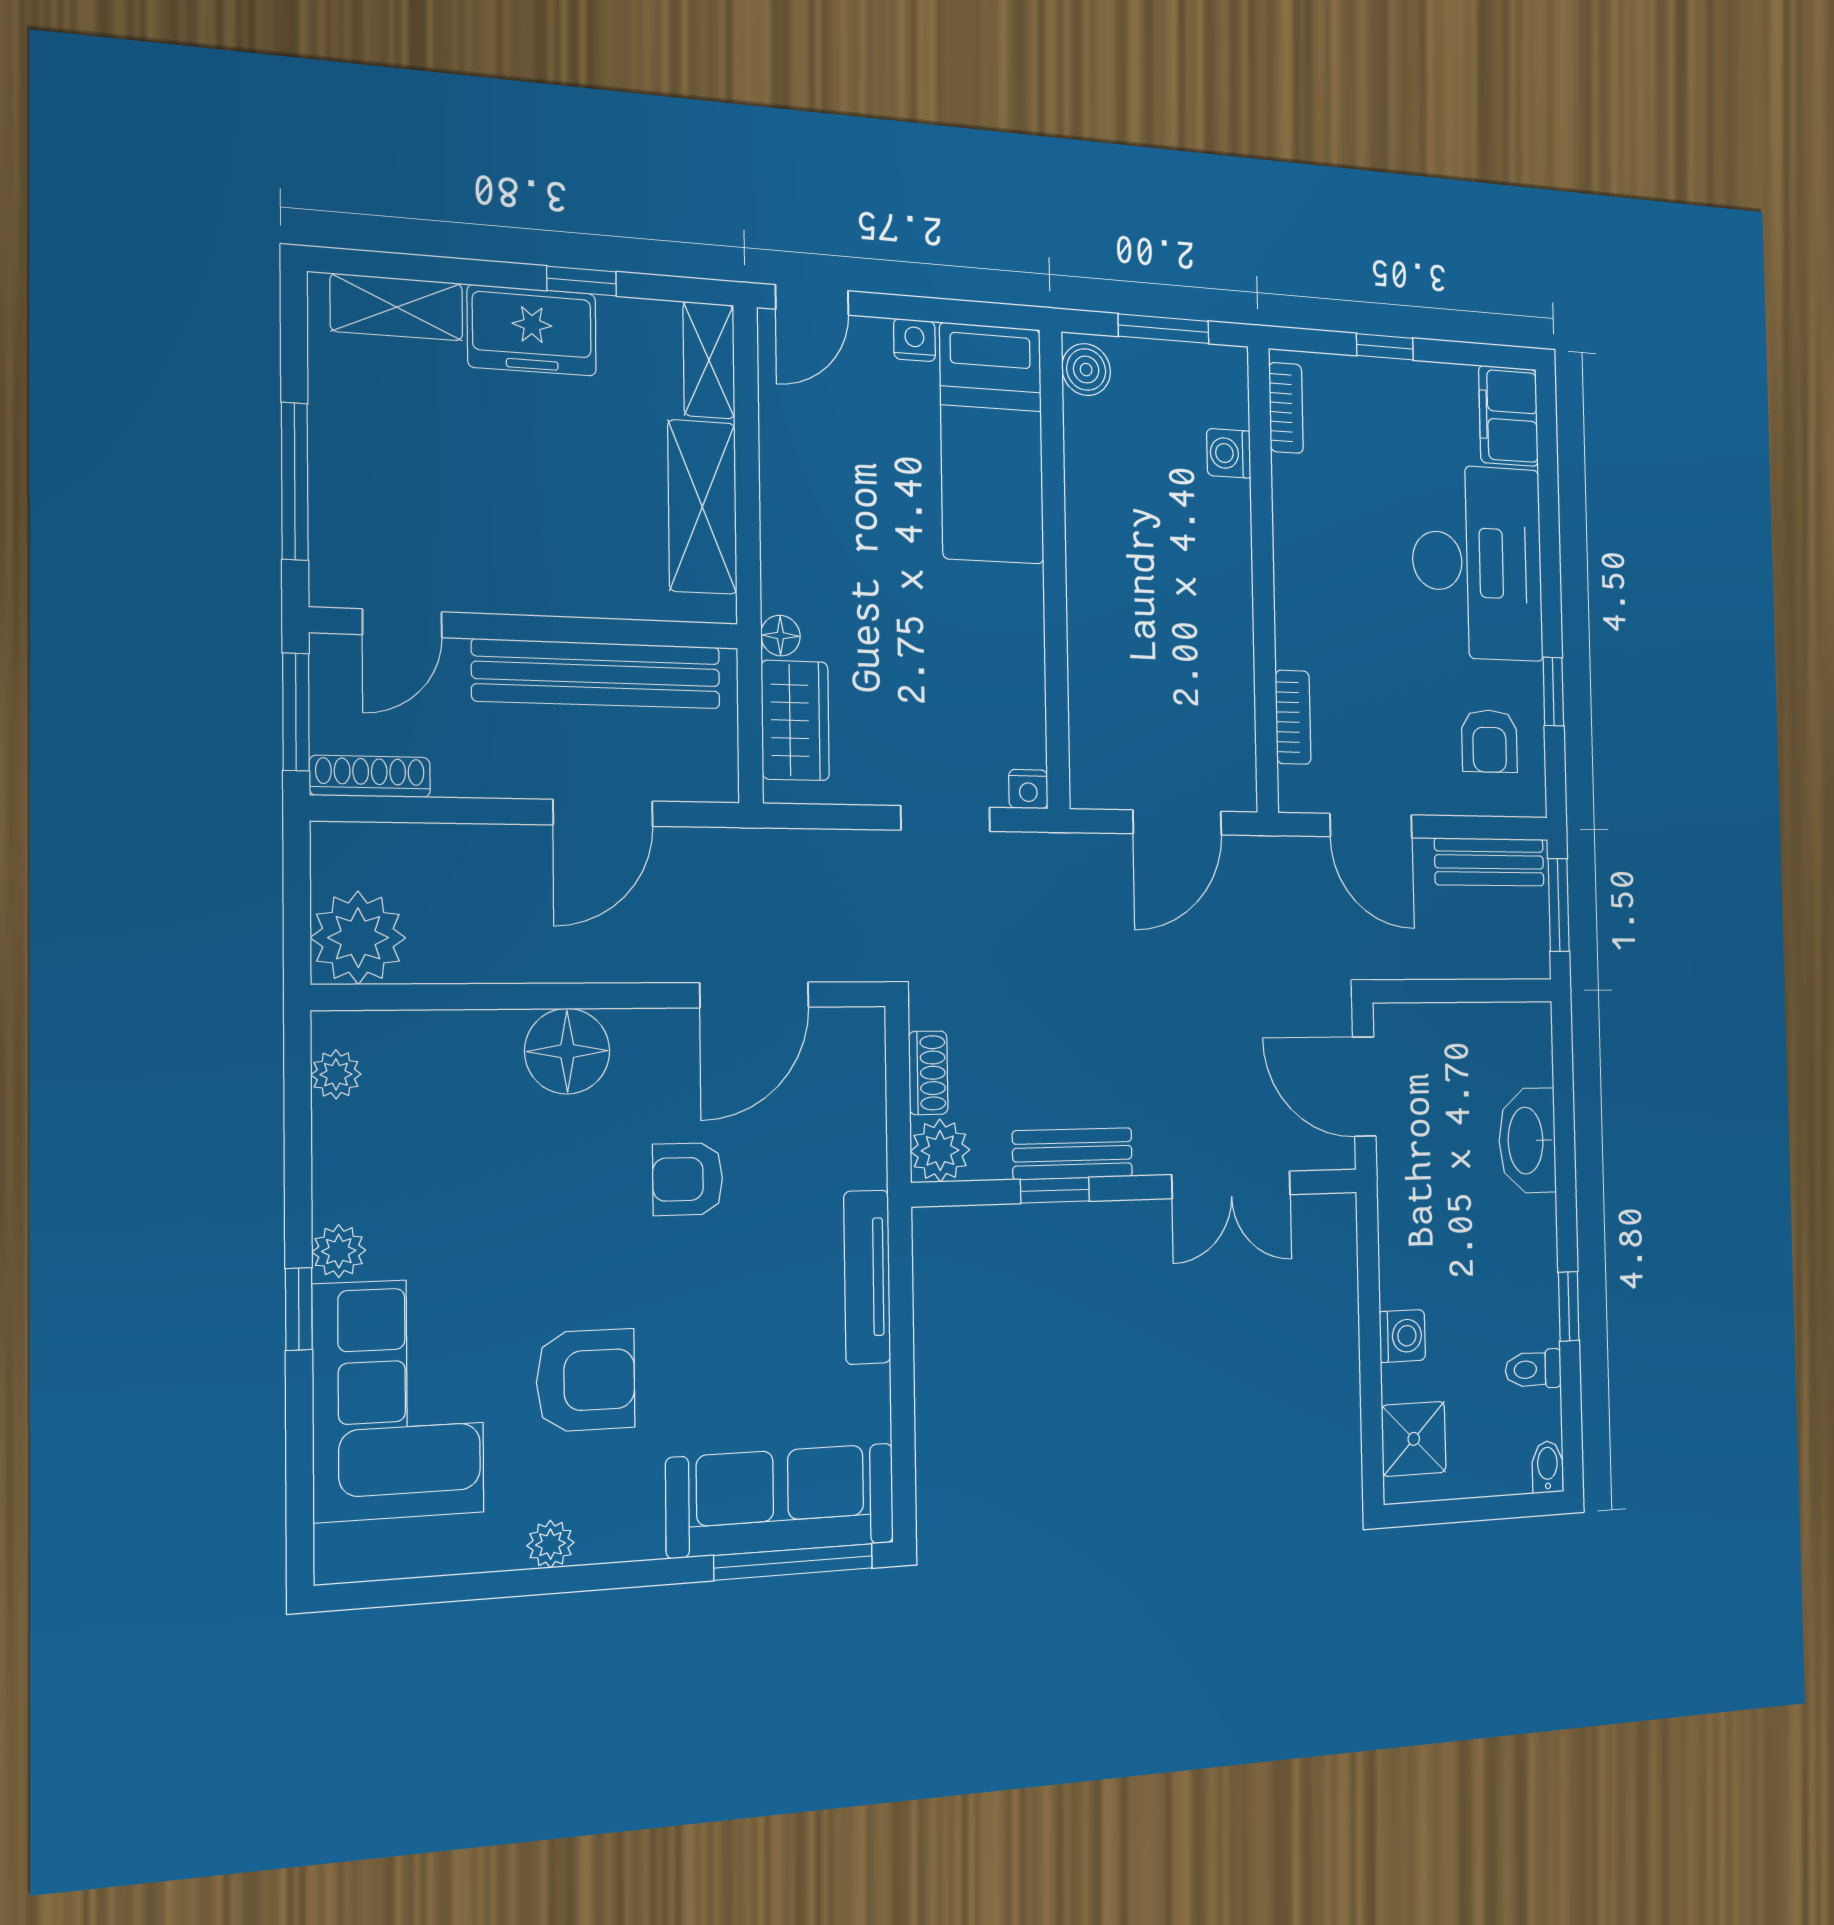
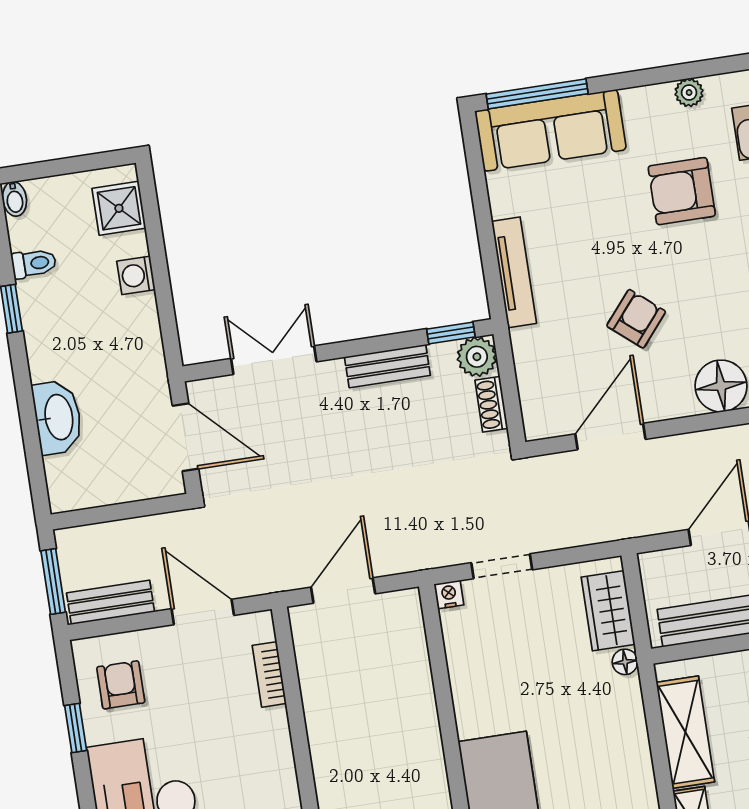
armchair: (688, 1179) -> (636, 319), turned -50
window: (1055, 1190) -> (451, 333), moved

